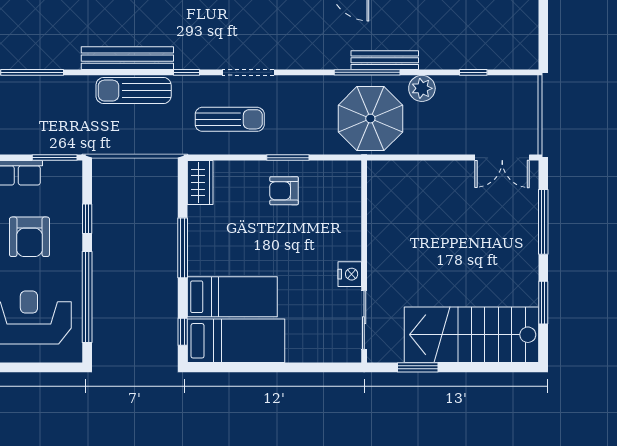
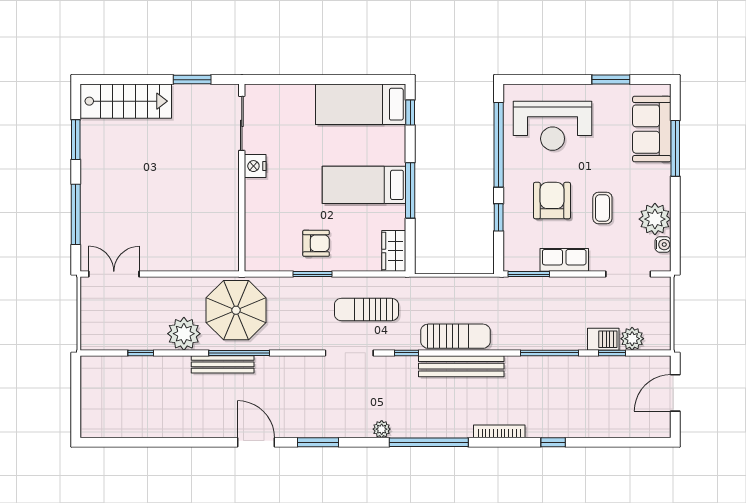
plant: (422, 88) -> (184, 334), width x1.36, depth x1.36
bed: (232, 297) -> (364, 185), moved
stairs: (471, 335) -> (126, 101), width x0.73, depth x0.66

